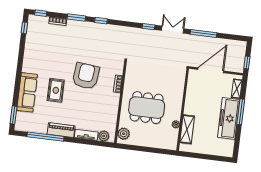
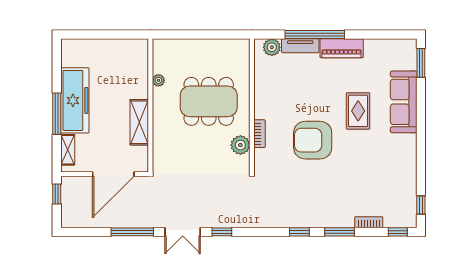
armchair: (86, 76) -> (313, 140), turned 84
shelving: (187, 129) -> (139, 122), moved
plant: (124, 134) -> (240, 145), moved
window: (45, 137) -> (315, 35), moved

